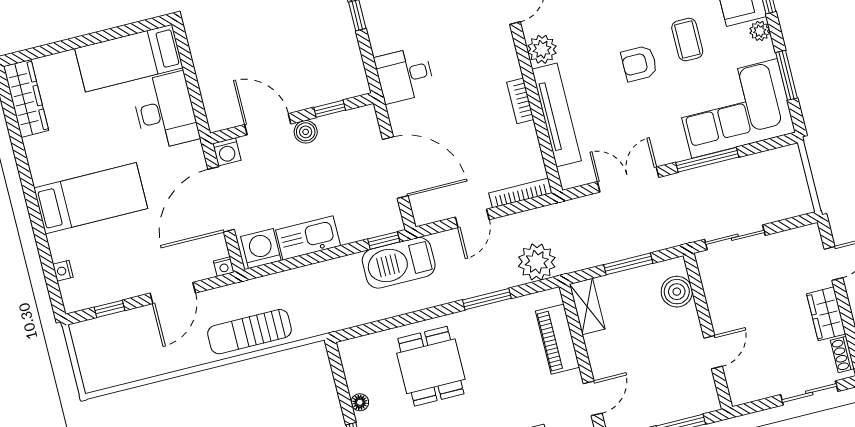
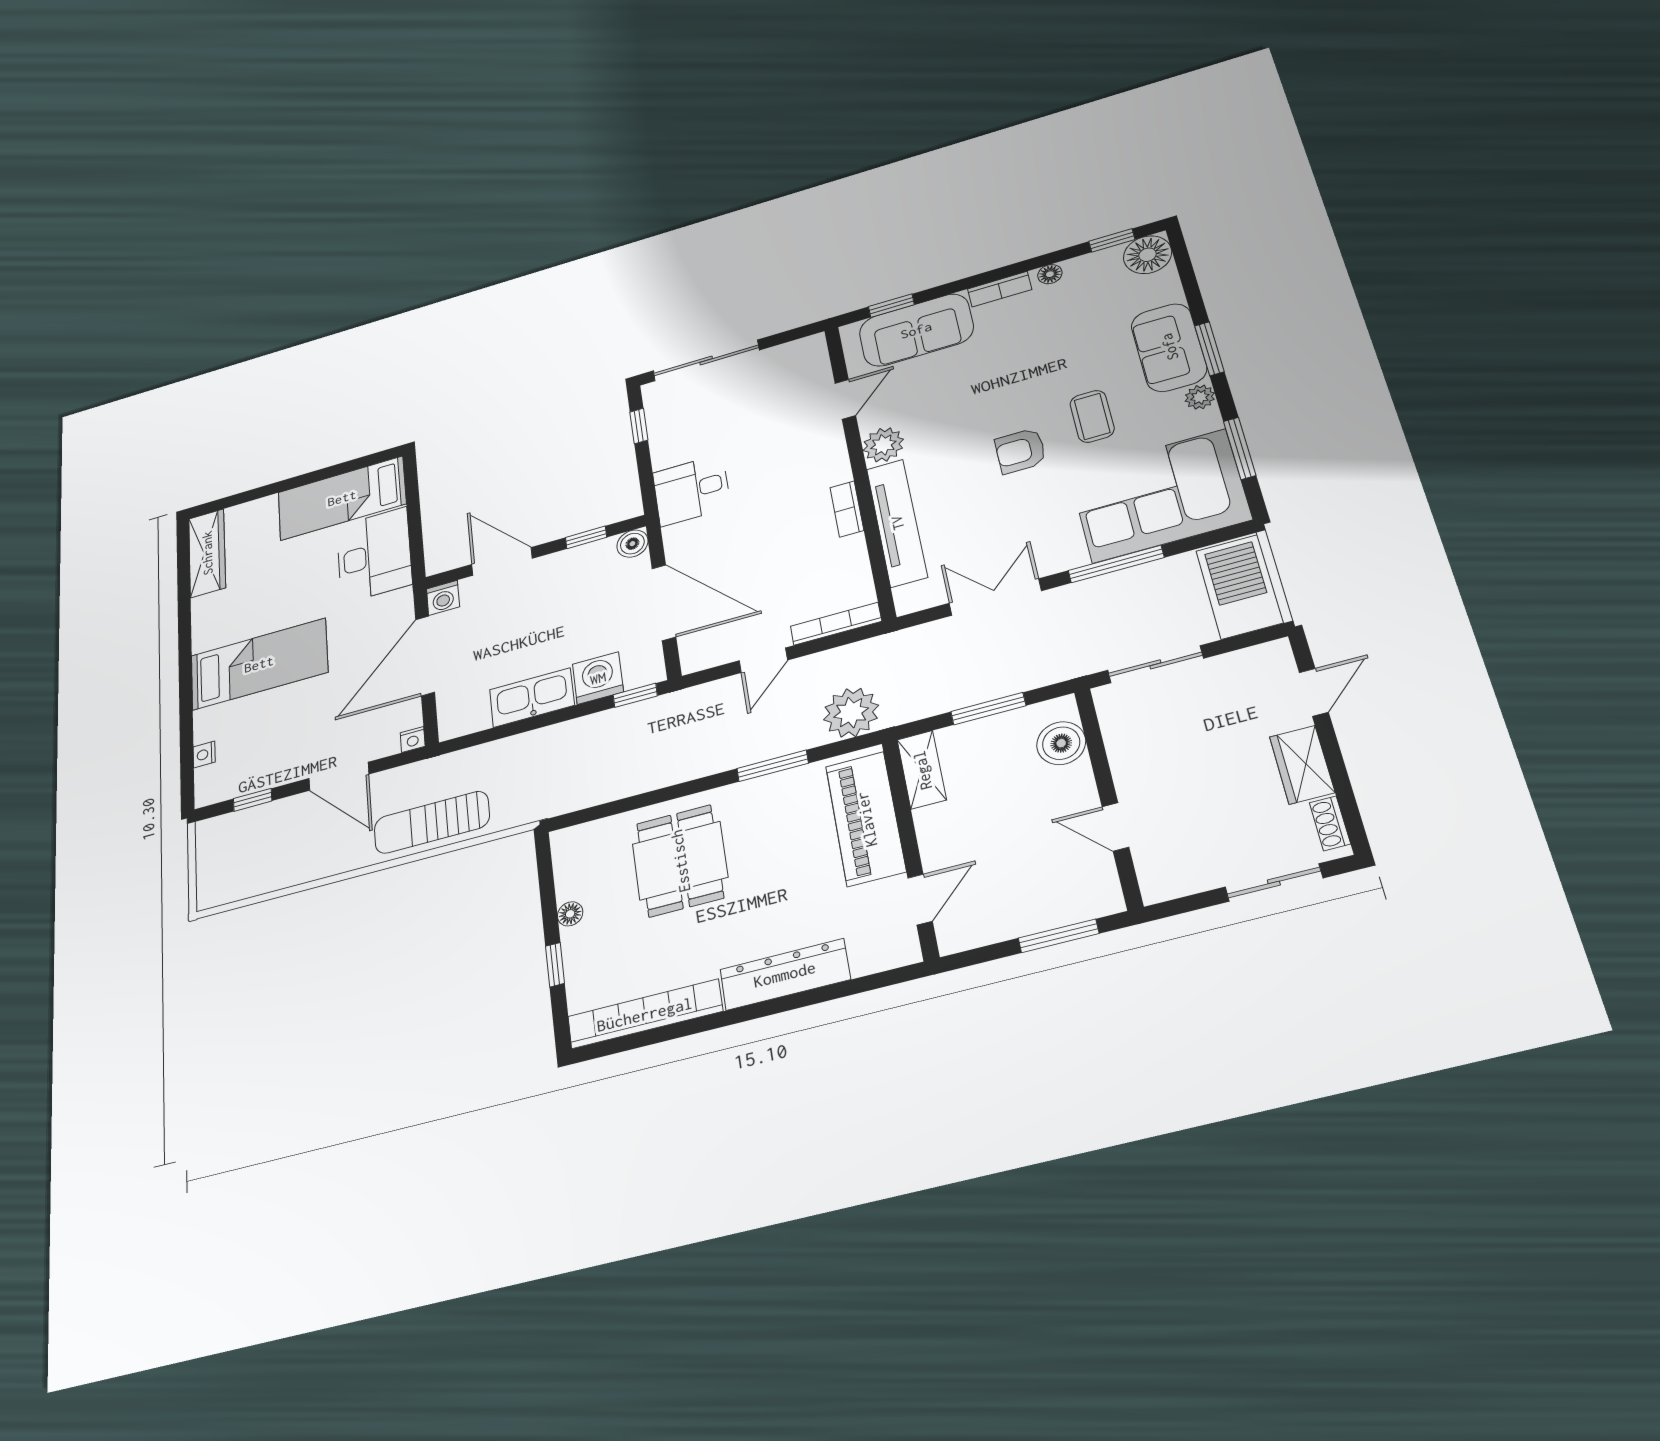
boiler: (306, 132) -> (632, 544), moved
washing machine: (261, 249) -> (598, 678), moved
barbecue: (399, 263) -> (1240, 587), moved, turned 90
door: (173, 293) -> (339, 776), hinge flipped
piano: (558, 339) -> (866, 819), width x1.37, depth x1.33
door: (713, 352) -> (1115, 827), swing flipped

